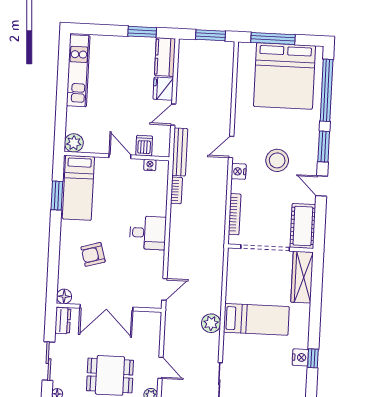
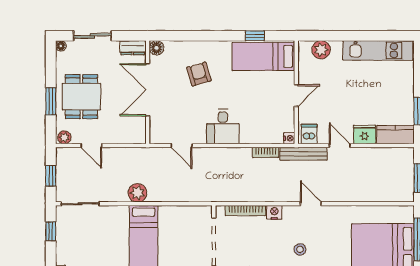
plant: (74, 143) -> (321, 50), moved
dishwasher: (144, 146) -> (309, 134), moved, turned -90
stool: (277, 160) -> (300, 249), width x0.53, depth x0.53
nightstand: (150, 165) -> (289, 138), moved
nightstand: (239, 171) -> (274, 212), moved
window: (57, 195) -> (255, 36), width x0.67
door: (164, 289) -> (182, 146), moved
door: (160, 368) -> (91, 146), hinge flipped

